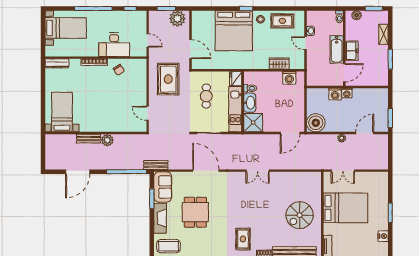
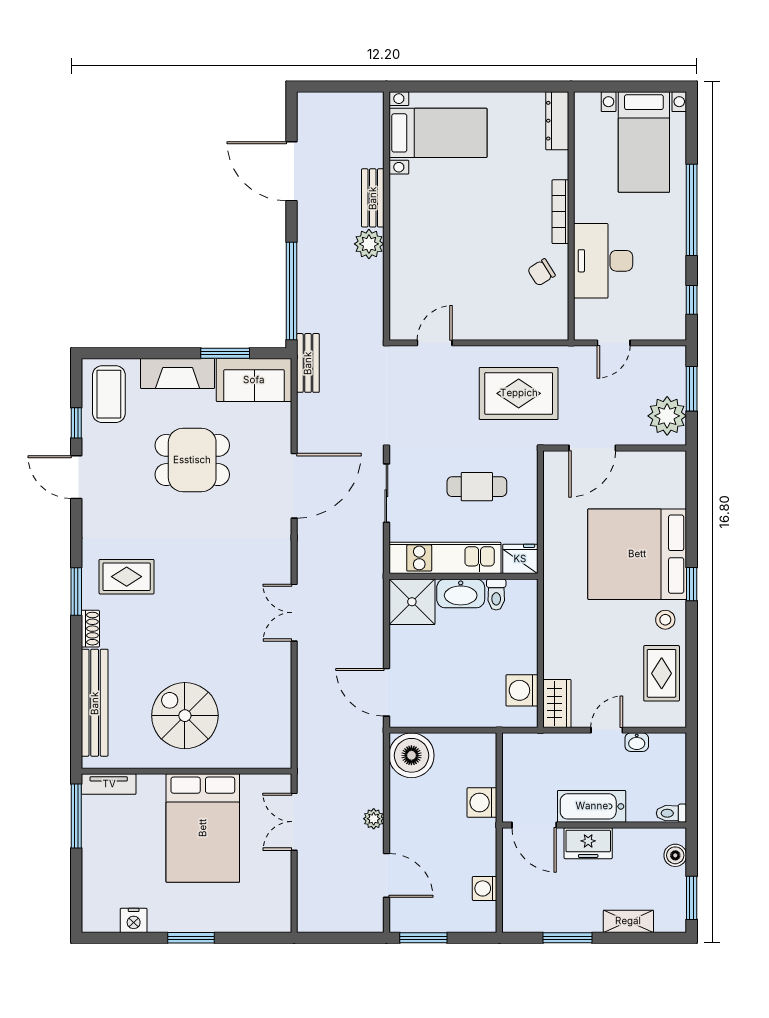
wardrobe: (279, 63) -> (557, 703), moved
washing machine: (347, 93) -> (485, 888), moved

